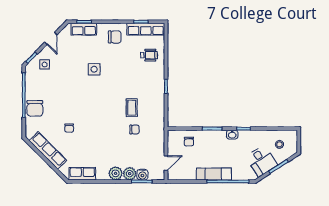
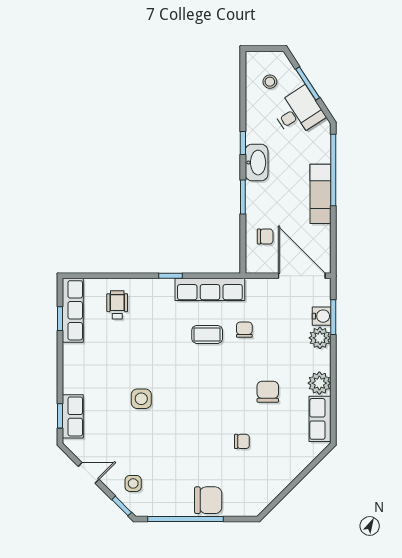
chair: (115, 37) -> (268, 392), moved
washbasin: (232, 135) -> (257, 163), width x1.91, depth x1.45
row of seats: (48, 150) -> (210, 289), moved, turned -135
door: (166, 163) -> (302, 276), width x1.88
plant: (116, 173) -> (319, 383), moved

